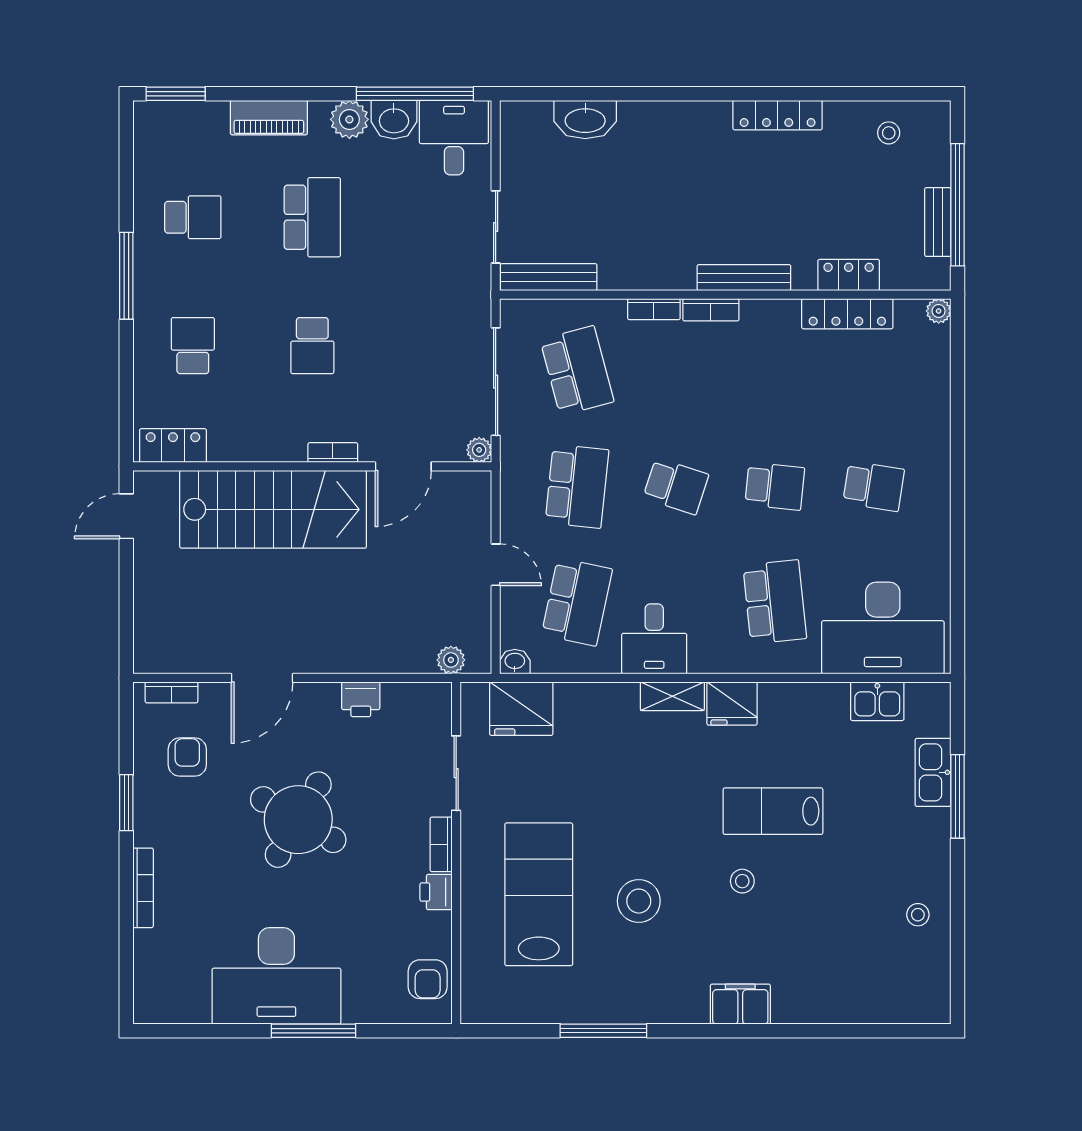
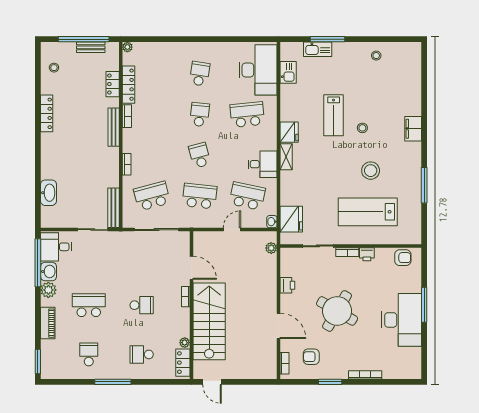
bookcase: (711, 310) -> (127, 116), moved
plant: (479, 450) -> (185, 343), moved
school desk: (676, 486) -> (200, 155), turned -33

